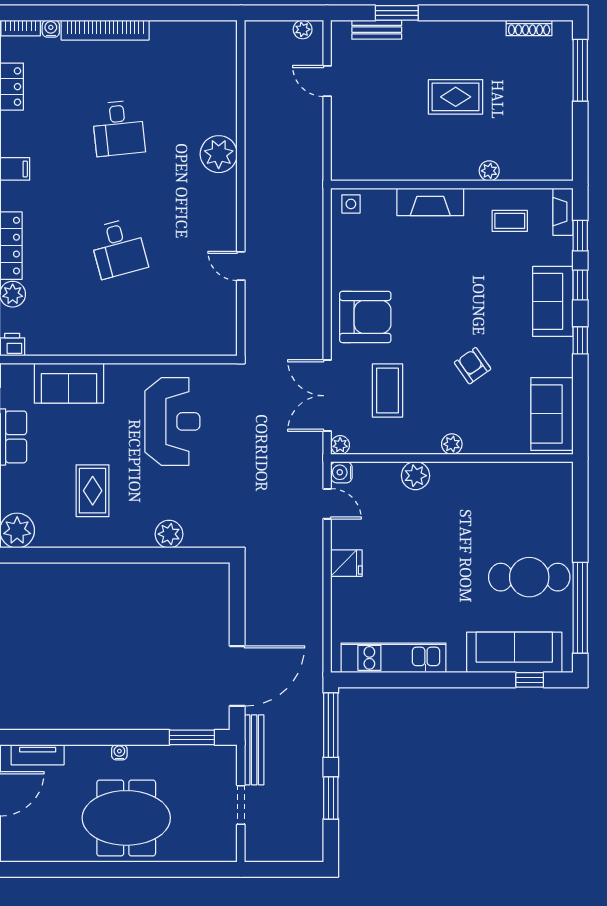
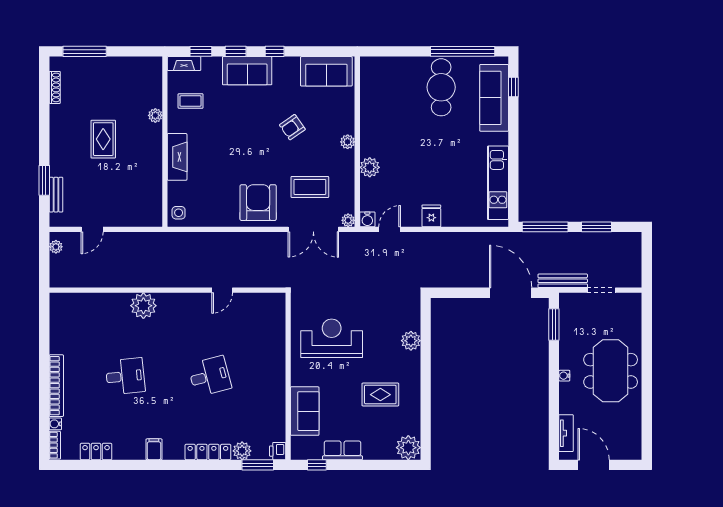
coffee table: (510, 221) -> (191, 101), turned 90

